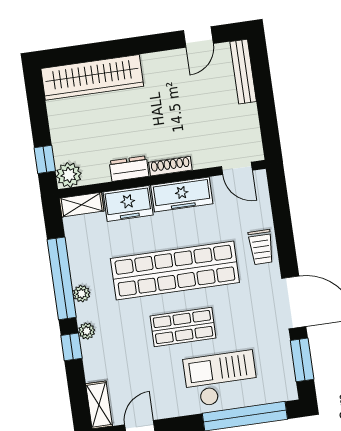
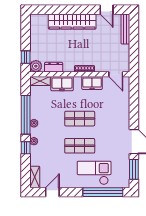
door: (198, 37) -> (106, 10), hinge flipped
wardrobe: (92, 77) -> (72, 22), moved
dresser: (129, 169) -> (54, 67), moved
freezer: (182, 194) -> (92, 83), width x0.71
trolley: (261, 247) -> (122, 113), removed
shop shelf: (175, 271) -> (80, 119), width x0.50, depth x0.74

